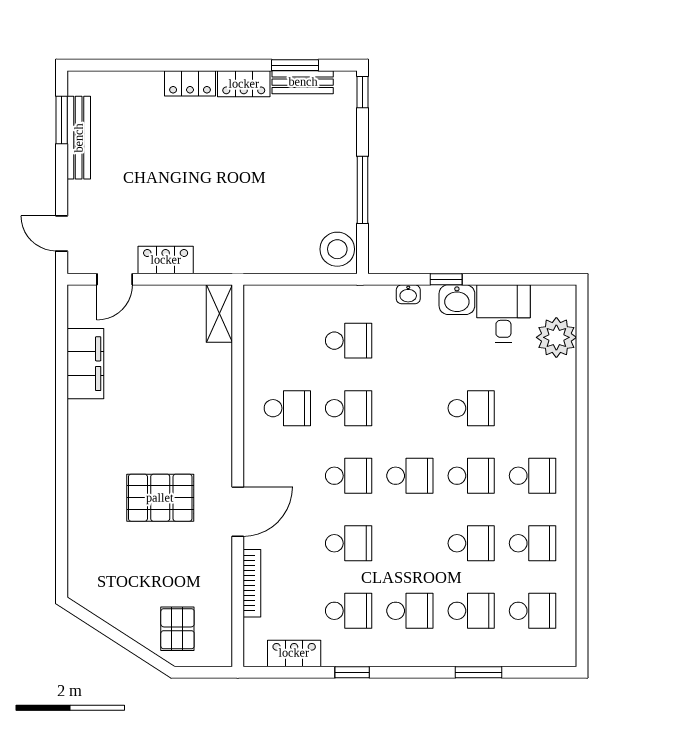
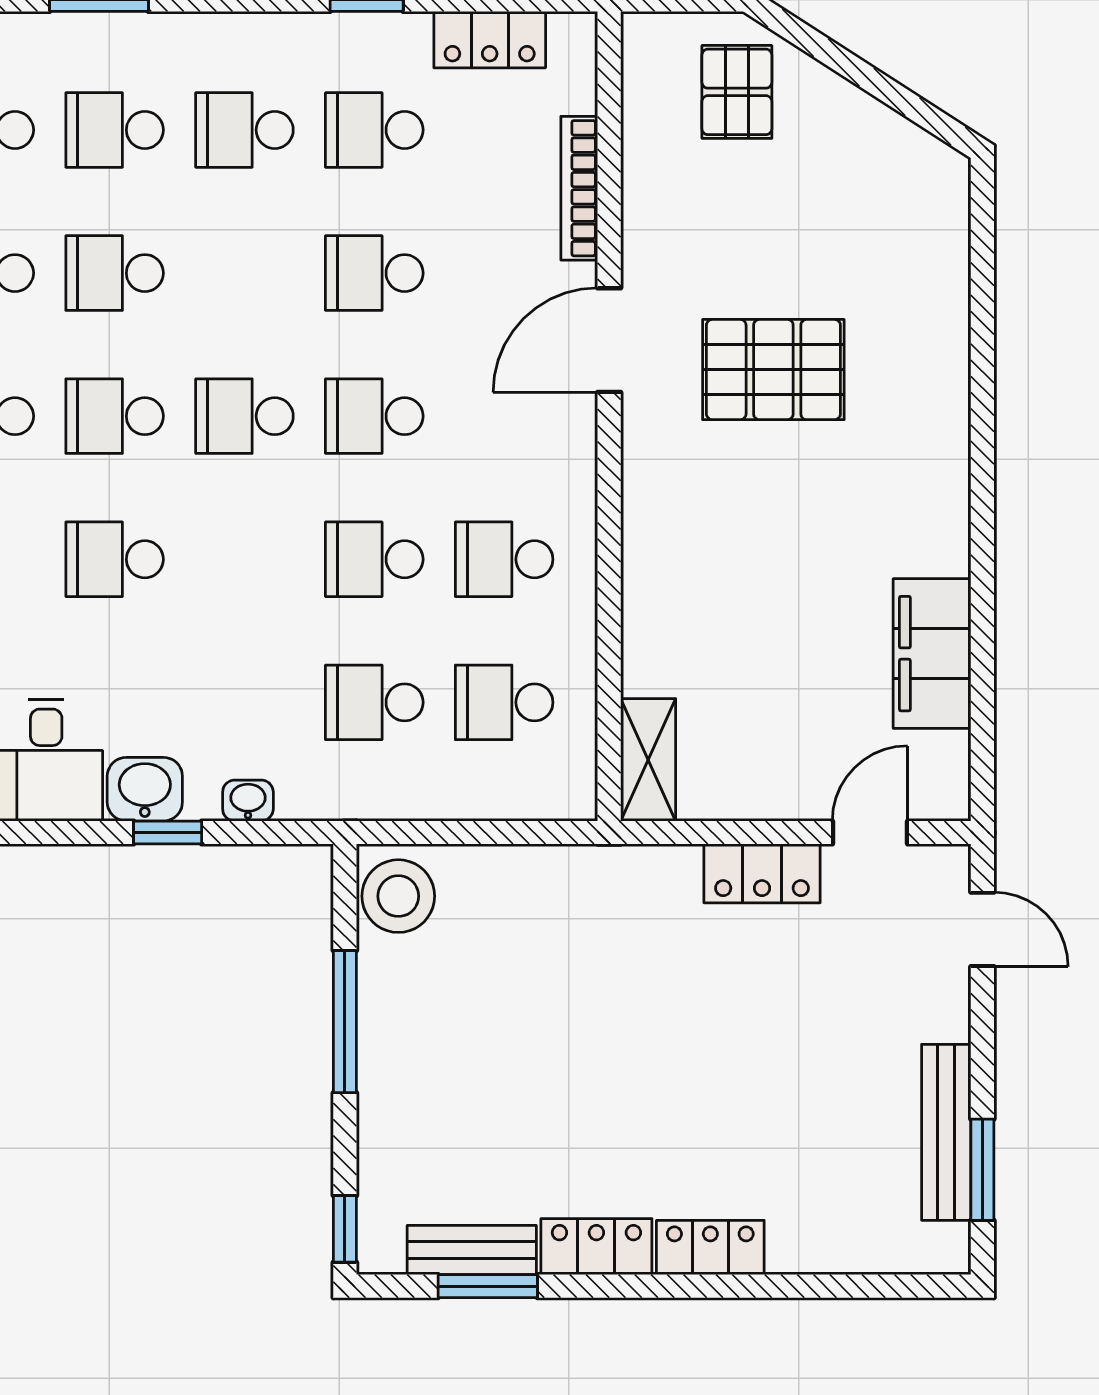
school desk: (287, 341) -> (504, 702), added

